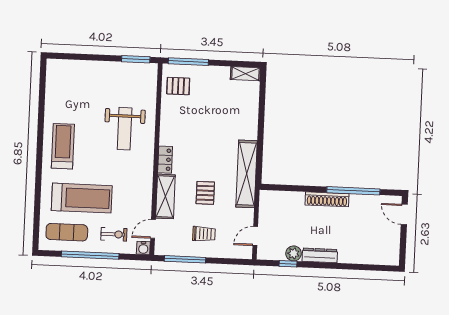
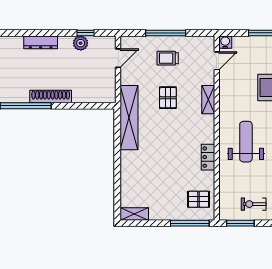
weight bench: (125, 129) -> (246, 142), moved
locker: (165, 160) -> (208, 157), moved
shelving: (165, 196) -> (208, 100), width x0.67, depth x0.75
exercise bike: (114, 234) -> (254, 204), moved
dresser: (320, 255) -> (41, 42), moved
window: (185, 259) -> (166, 33), moved

